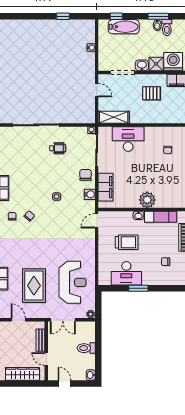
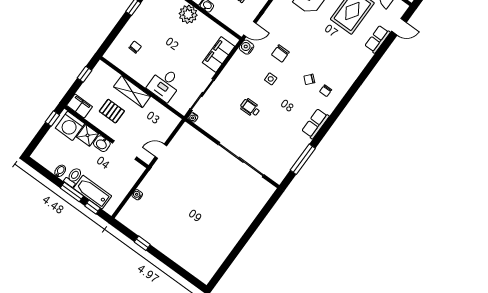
window: (158, 16) -> (72, 192), moved
toilet: (167, 28) -> (73, 177), moved
door: (97, 90) -> (161, 151), hinge flipped
shelving: (114, 117) -> (132, 92), moved
desk: (128, 139) -> (165, 84), width x0.73
wheelchair: (58, 148) -> (250, 108), moved
chair: (85, 175) -> (280, 53), moved
water cooler: (90, 194) -> (247, 47), moved

